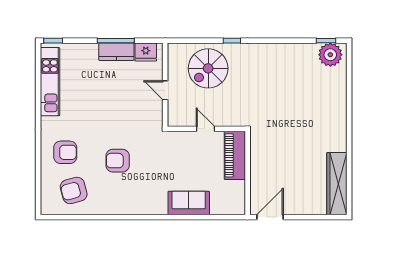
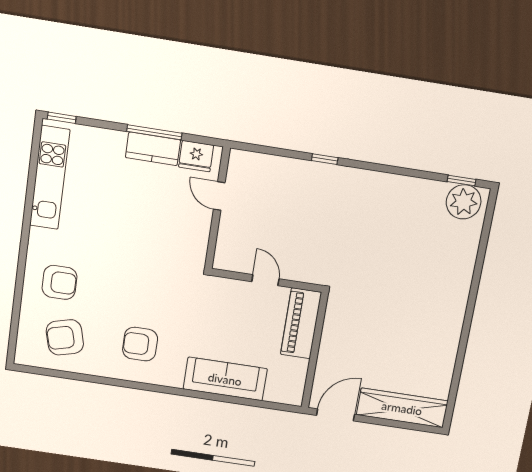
spiral stairs: (208, 68) -> (283, 194), removed
door: (165, 90) -> (219, 196), moved
armchair: (118, 161) -> (140, 344), moved
wardrobe: (337, 184) -> (402, 408), moved, turned 90
sofa: (189, 203) -> (225, 379), width x1.36

